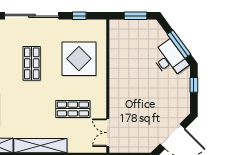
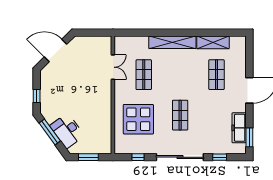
desk: (169, 59) -> (67, 131), moved
shop shelf: (73, 109) -> (144, 75), turned 90
double door: (108, 133) -> (113, 67), moved

